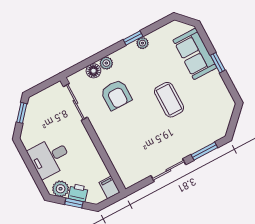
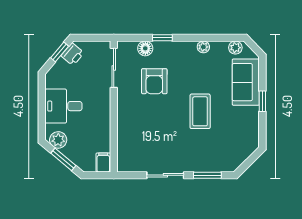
window: (133, 38) -> (162, 38), moved
plant: (106, 63) -> (235, 48), moved
printer: (78, 193) -> (73, 54), moved, turned 91
window: (74, 203) -> (63, 159), width x1.50

